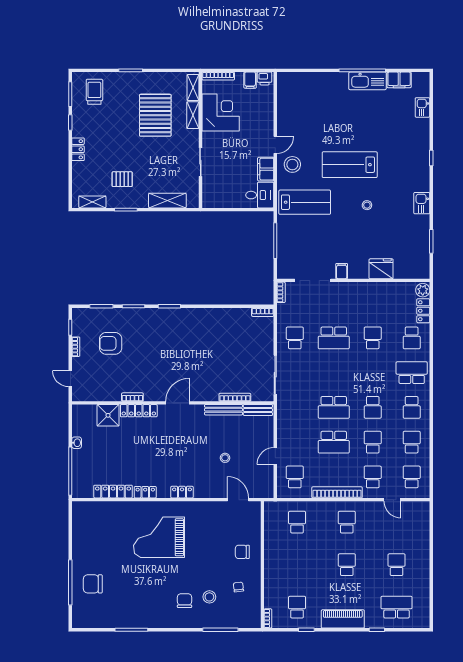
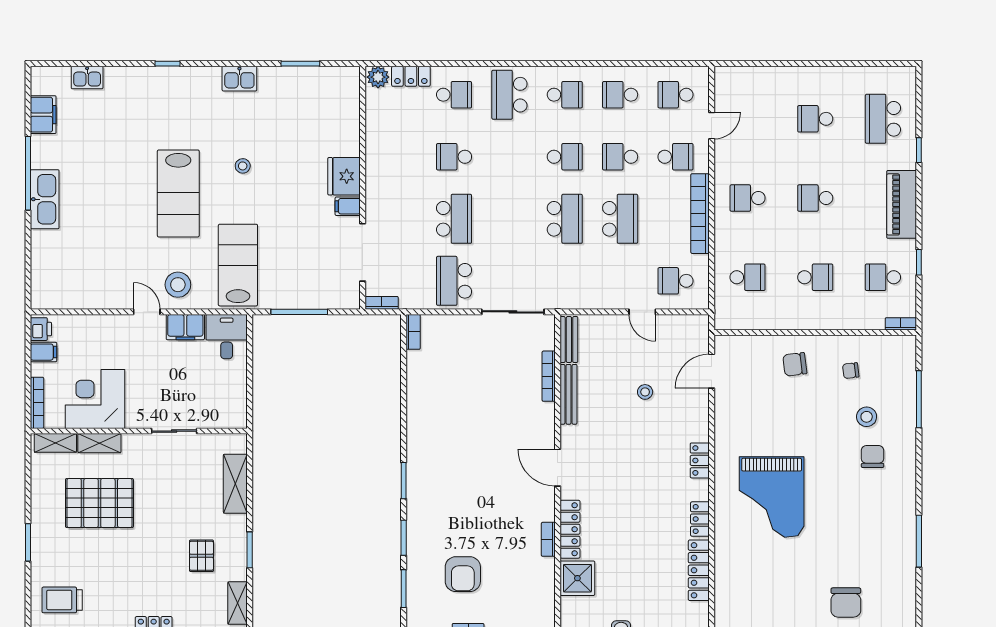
kitchen sink: (367, 81) -> (45, 199), moved
fridge: (381, 269) -> (344, 176), moved
school desk: (295, 338) -> (454, 281), width x1.85
school desk: (373, 477) -> (675, 157), turned 180
school desk: (297, 522) -> (748, 277), turned 180
chair: (242, 552) -> (795, 364), turned 83
school desk: (297, 565) -> (815, 277), added
chair: (185, 601) -> (873, 456), turned 90

